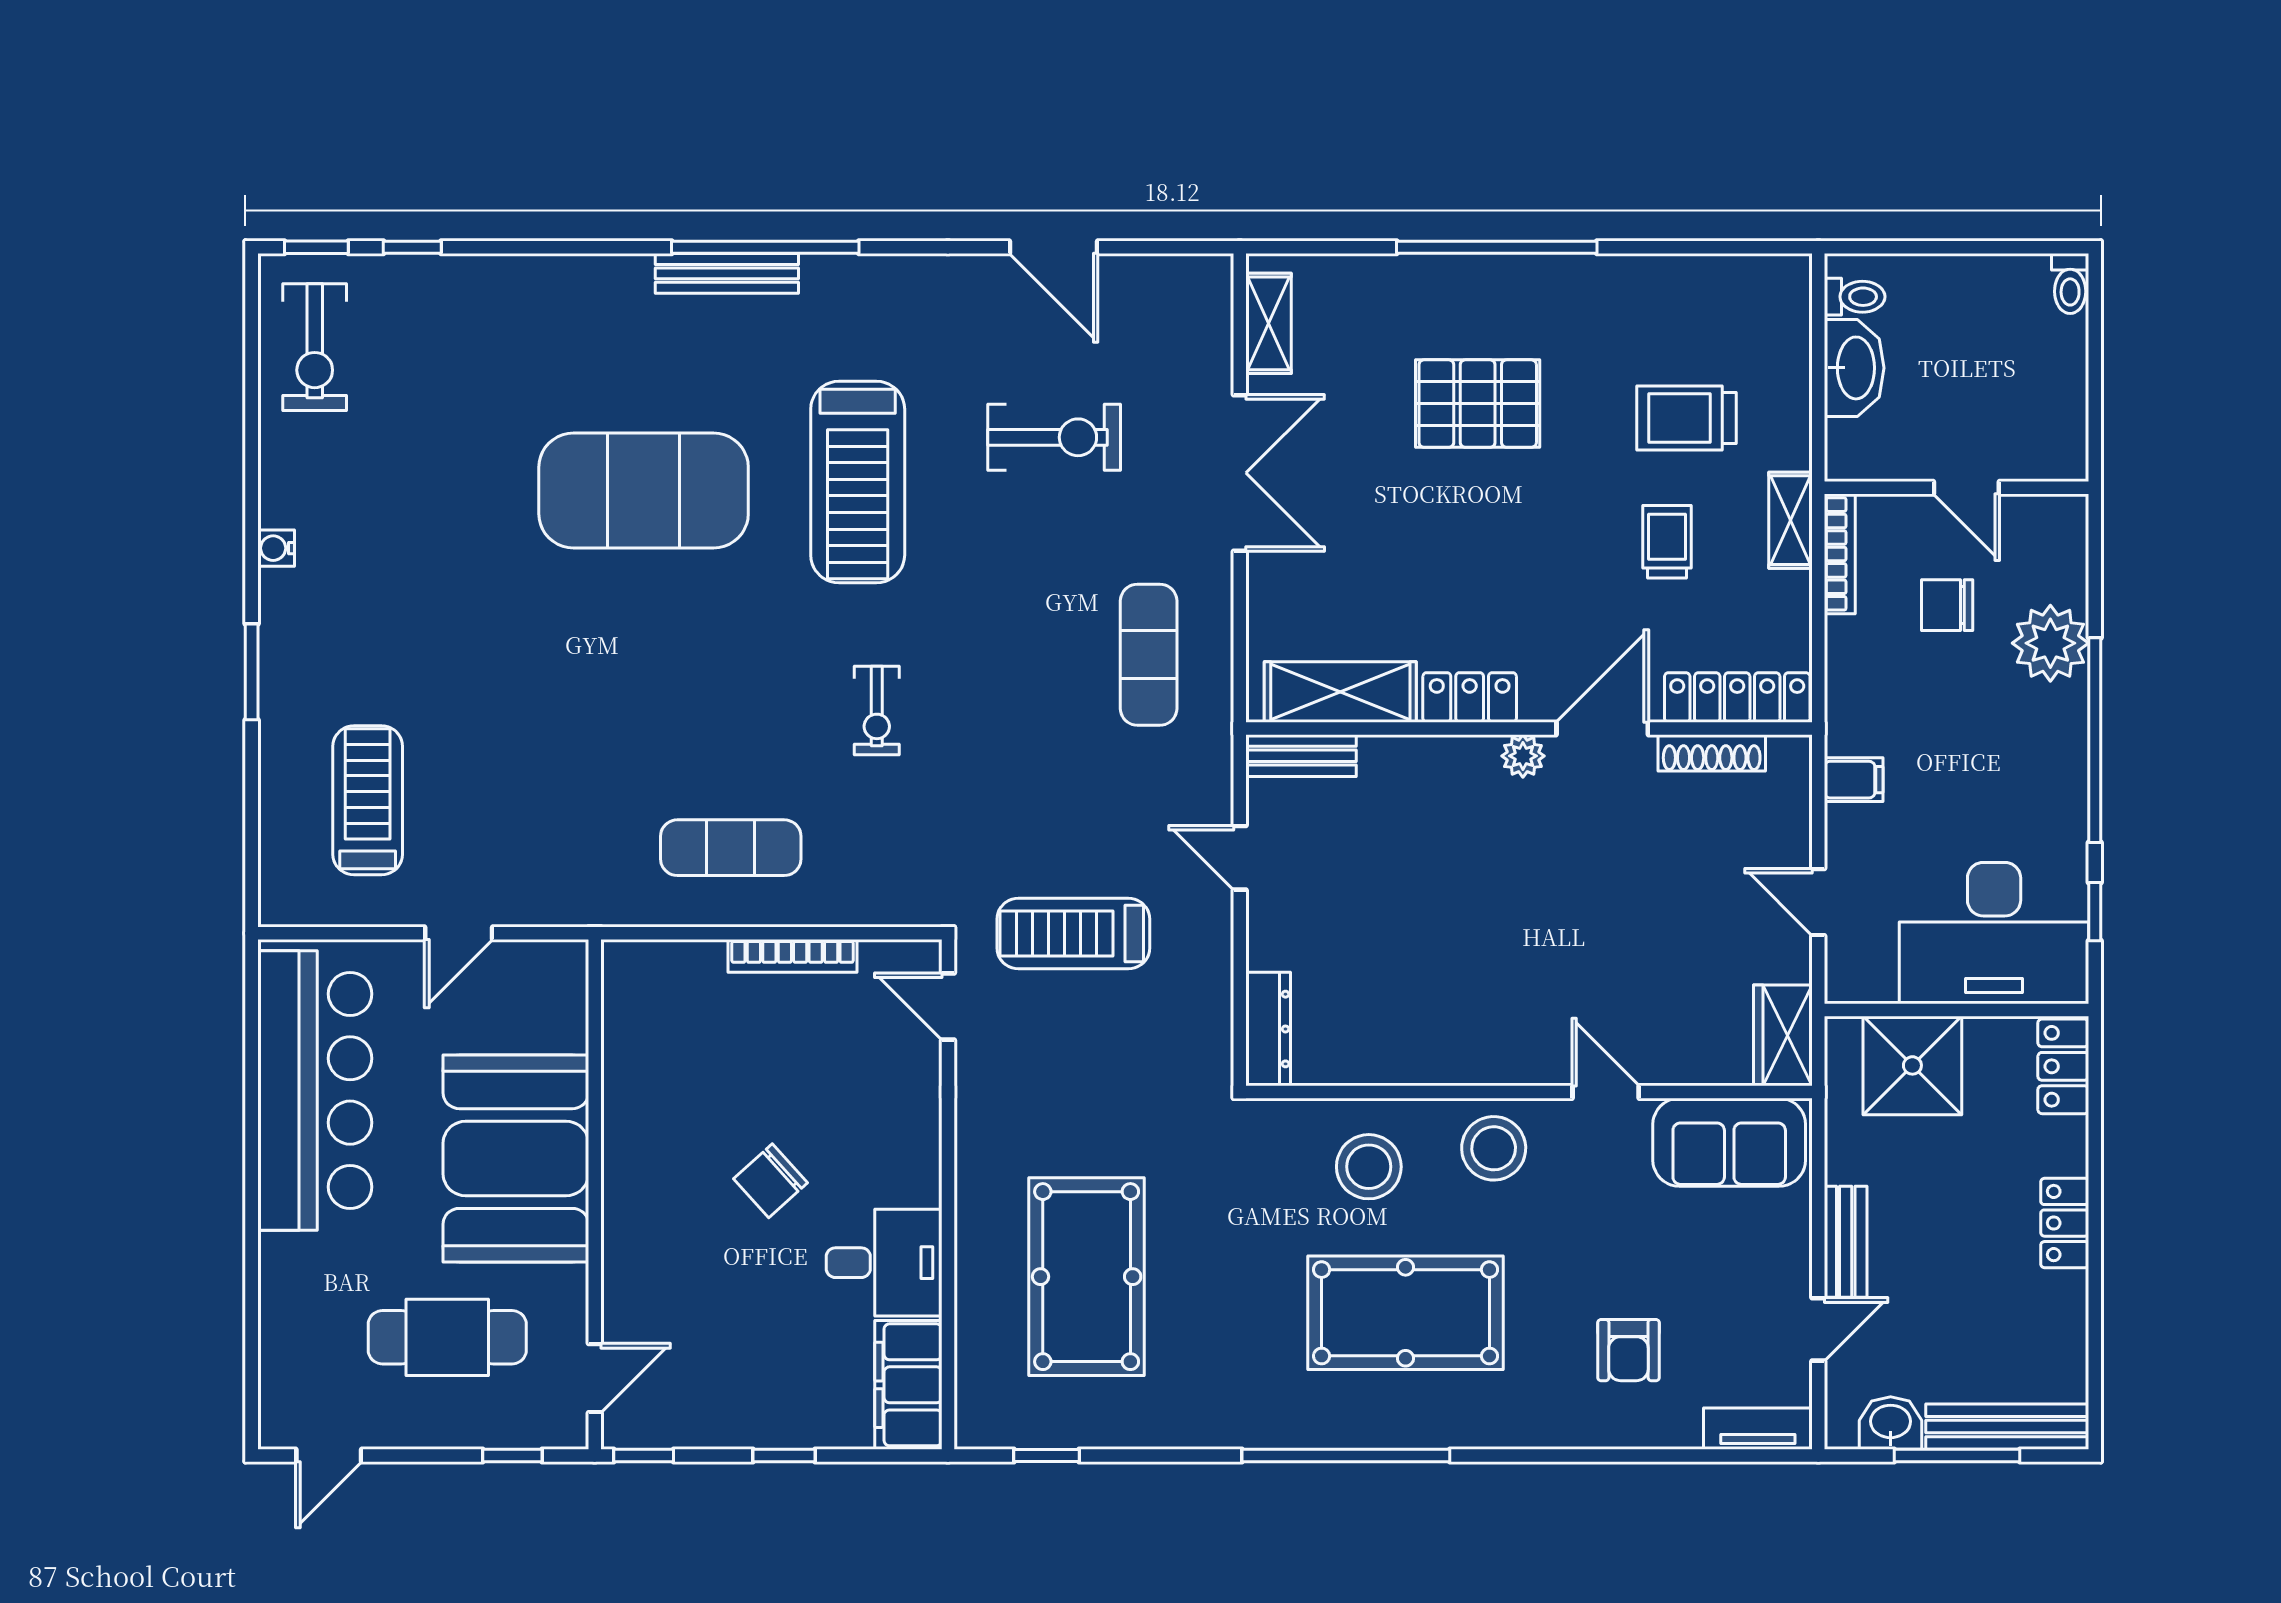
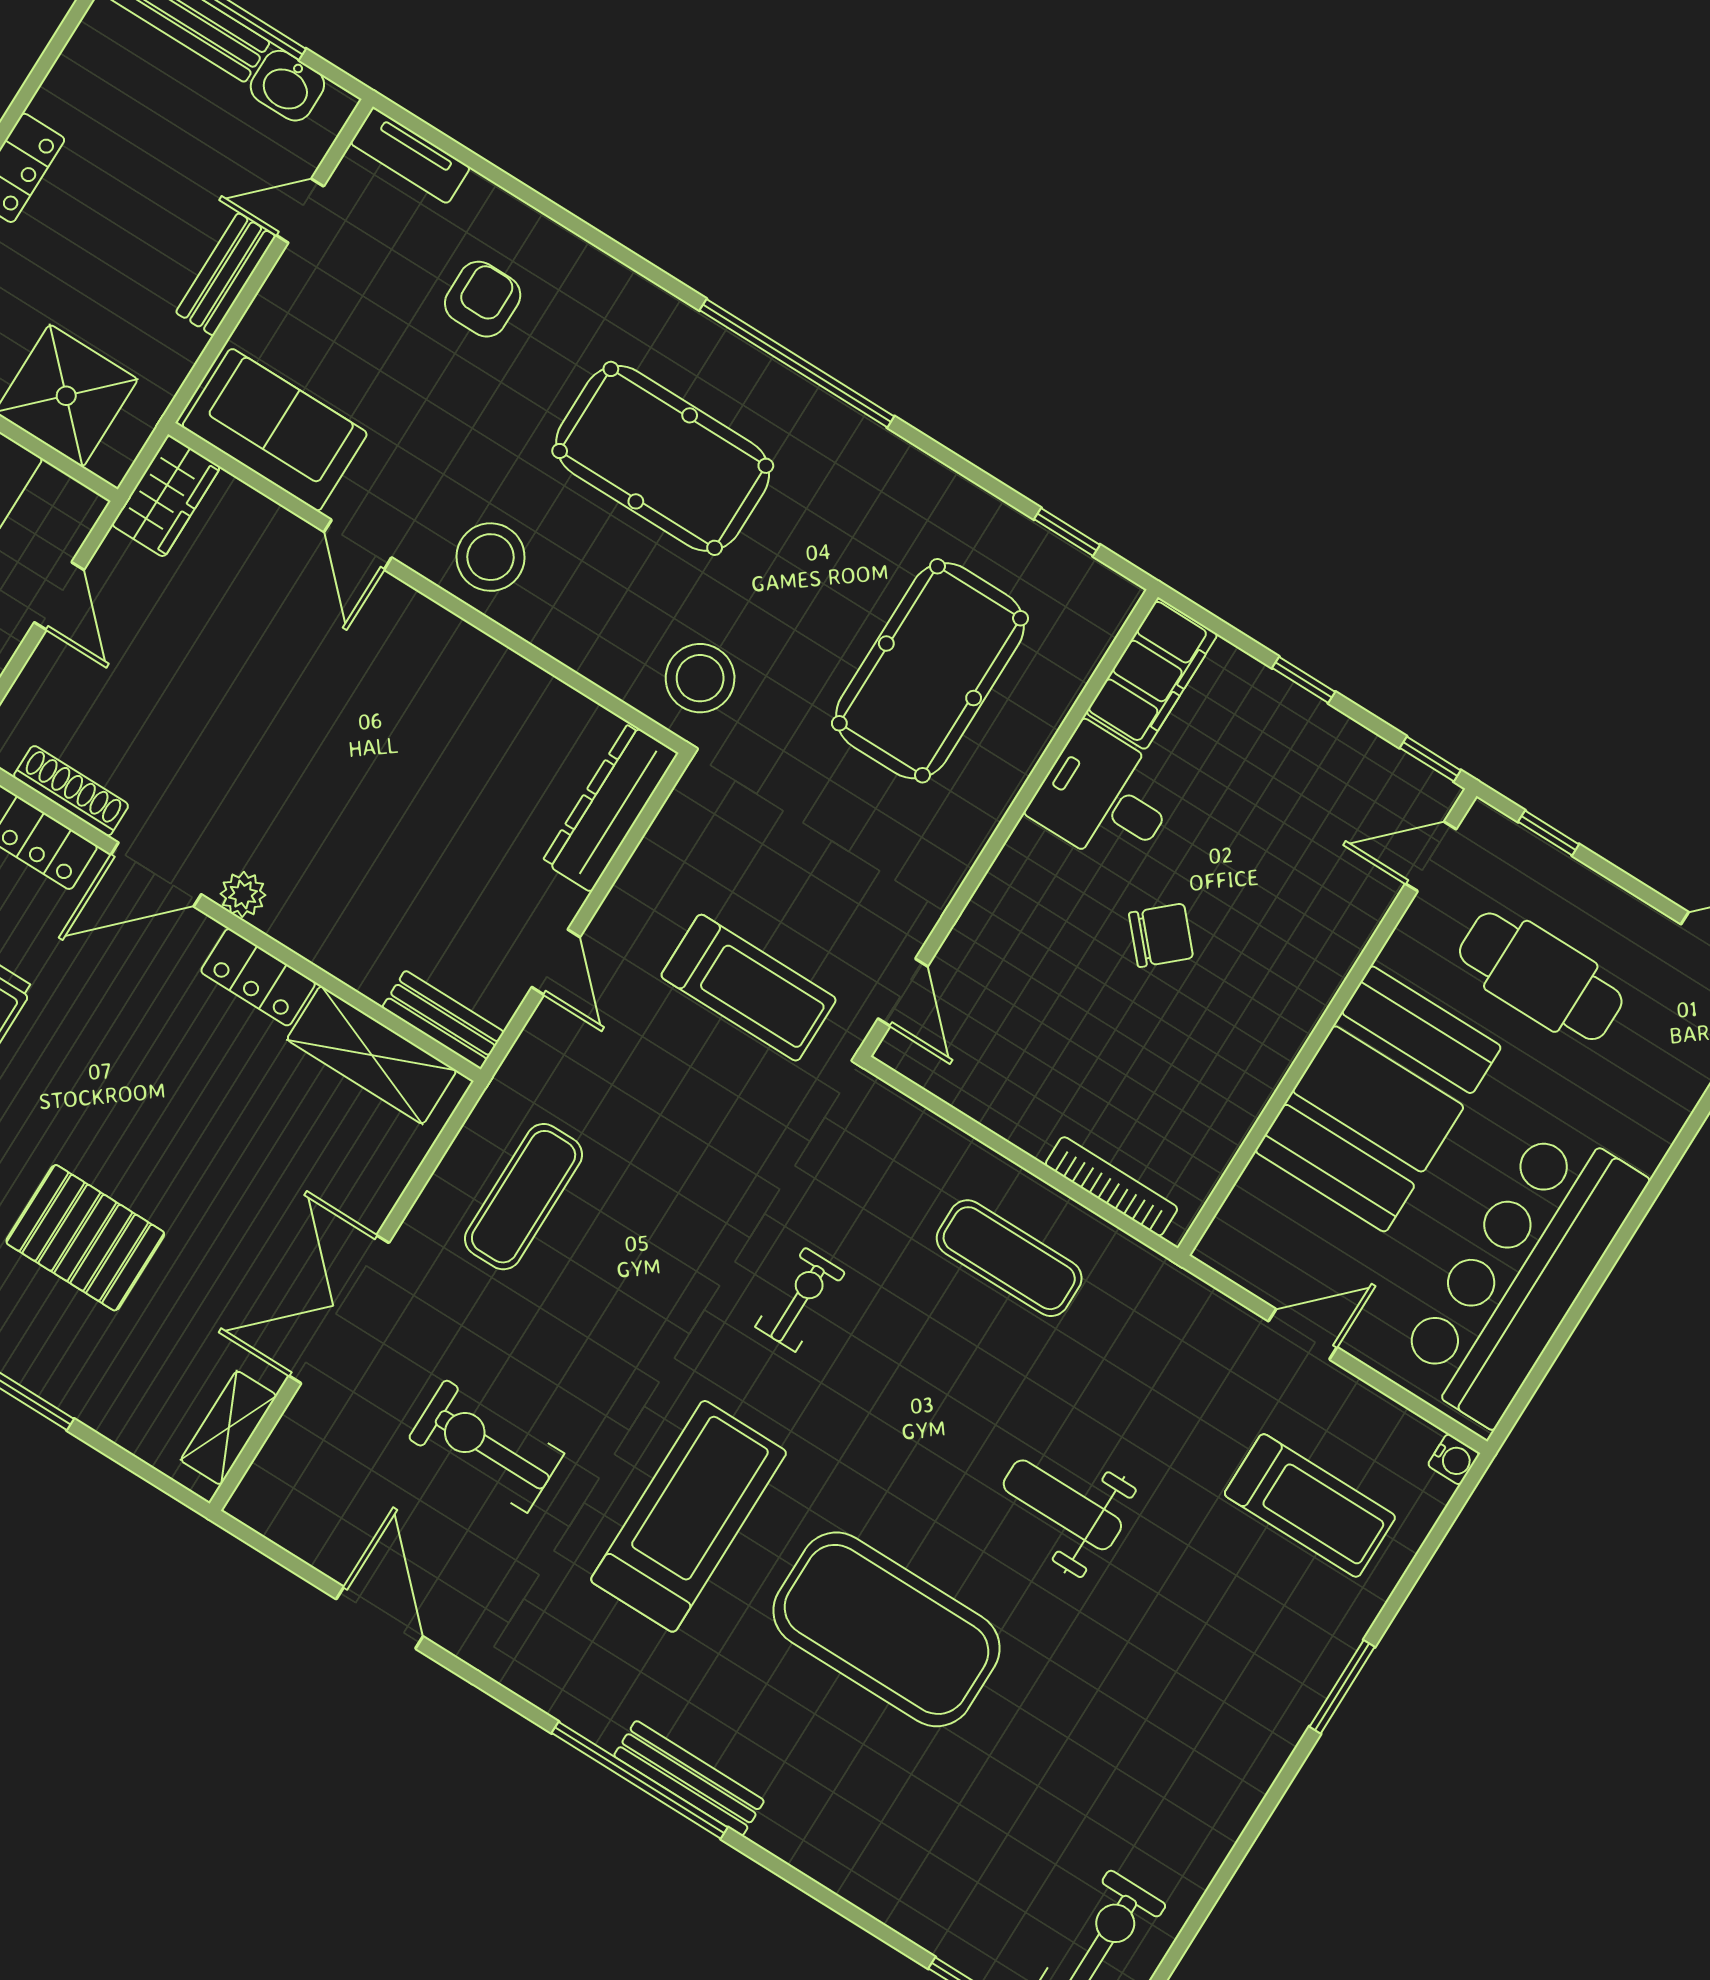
water cooler: (276, 548) -> (1454, 1459), moved
weight bench: (565, 678) -> (1062, 1505), added
treadmill: (368, 800) -> (1310, 1505), turned -90
bookcase: (793, 956) -> (1111, 1186), moved
dresser: (1268, 1029) -> (610, 807), width x1.37, depth x1.24
stool: (1369, 1167) -> (700, 678), moved

